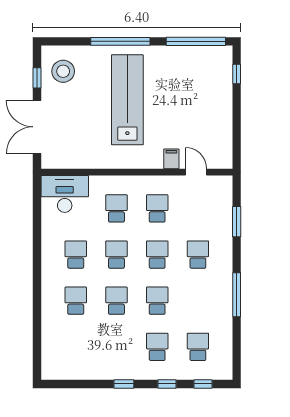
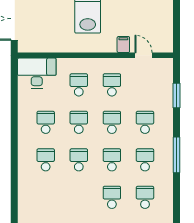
school desk: (198, 301) -> (145, 160), added

